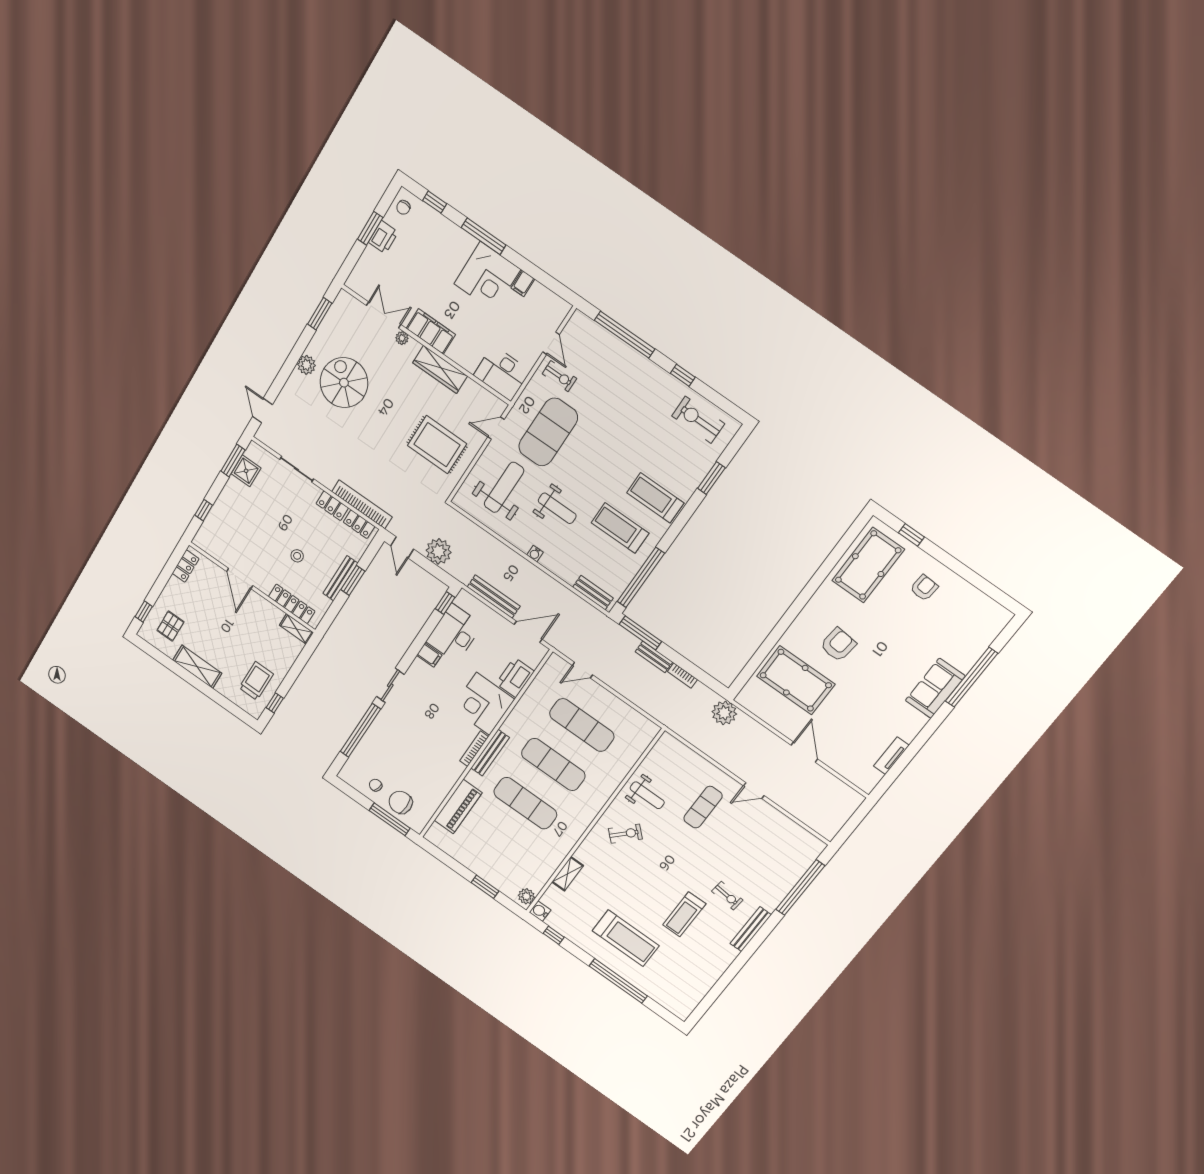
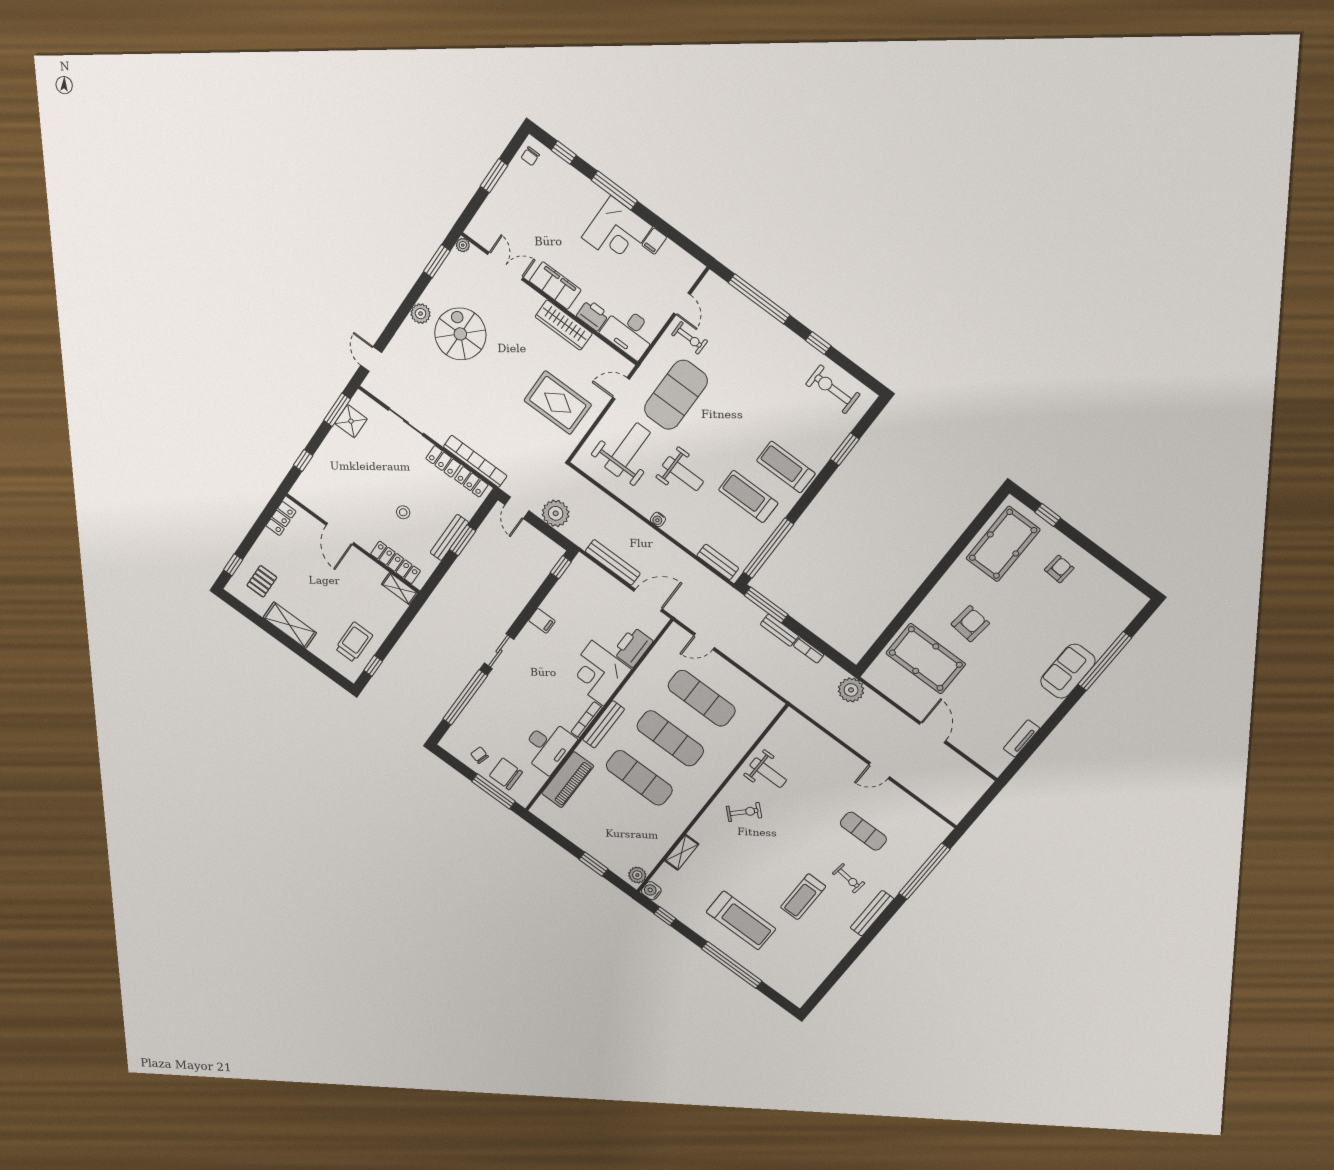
printer: (383, 237) -> (593, 315), moved, turned -90
plant: (402, 338) -> (463, 245), moved
desk: (454, 633) -> (548, 746), moved, turned 180
exercise mat: (703, 807) -> (863, 831), moved, turned 90

